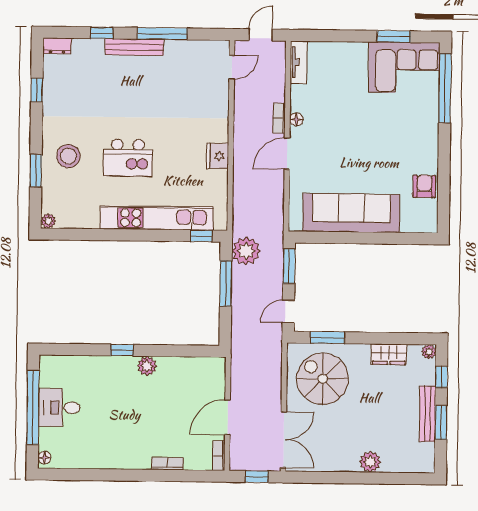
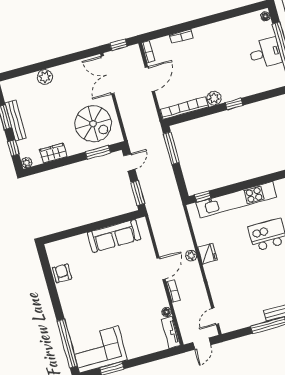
floor lamp: (296, 119) -> (166, 312), moved
armchair: (424, 186) -> (62, 273), turned 180
sofa: (351, 213) -> (114, 236), width x0.74, depth x0.79
plant: (246, 251) -> (191, 256), moved, width x0.53, depth x0.53
window: (226, 284) -> (171, 148), moved
bookcase: (192, 364) -> (184, 108), added

